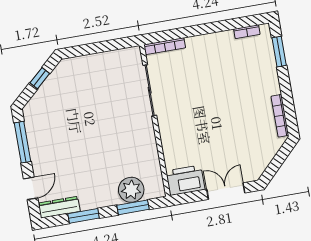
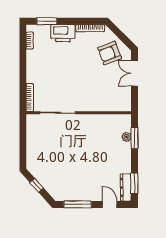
armchair: (249, 150) -> (110, 53), added
printer: (185, 180) -> (63, 33), moved, turned -90
plant: (131, 190) -> (126, 137), width x0.53, depth x0.53
window: (84, 216) -> (134, 183), moved

